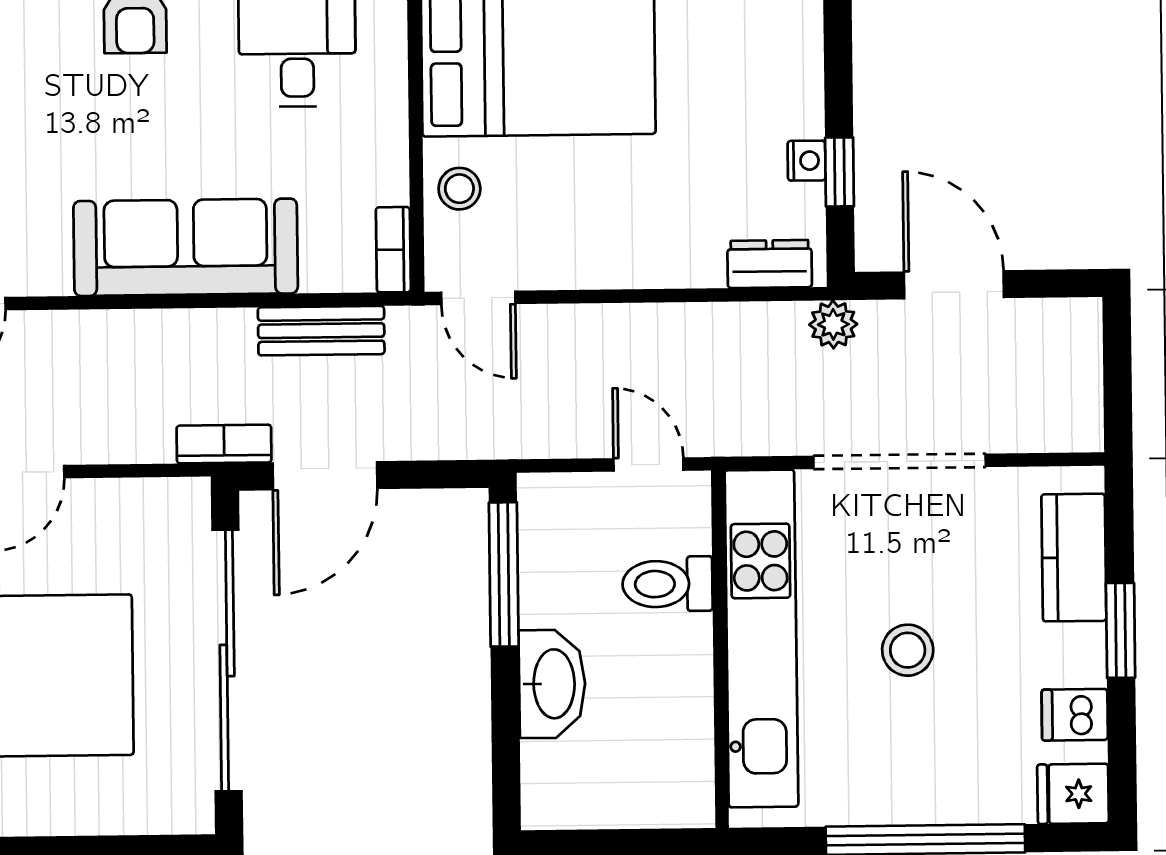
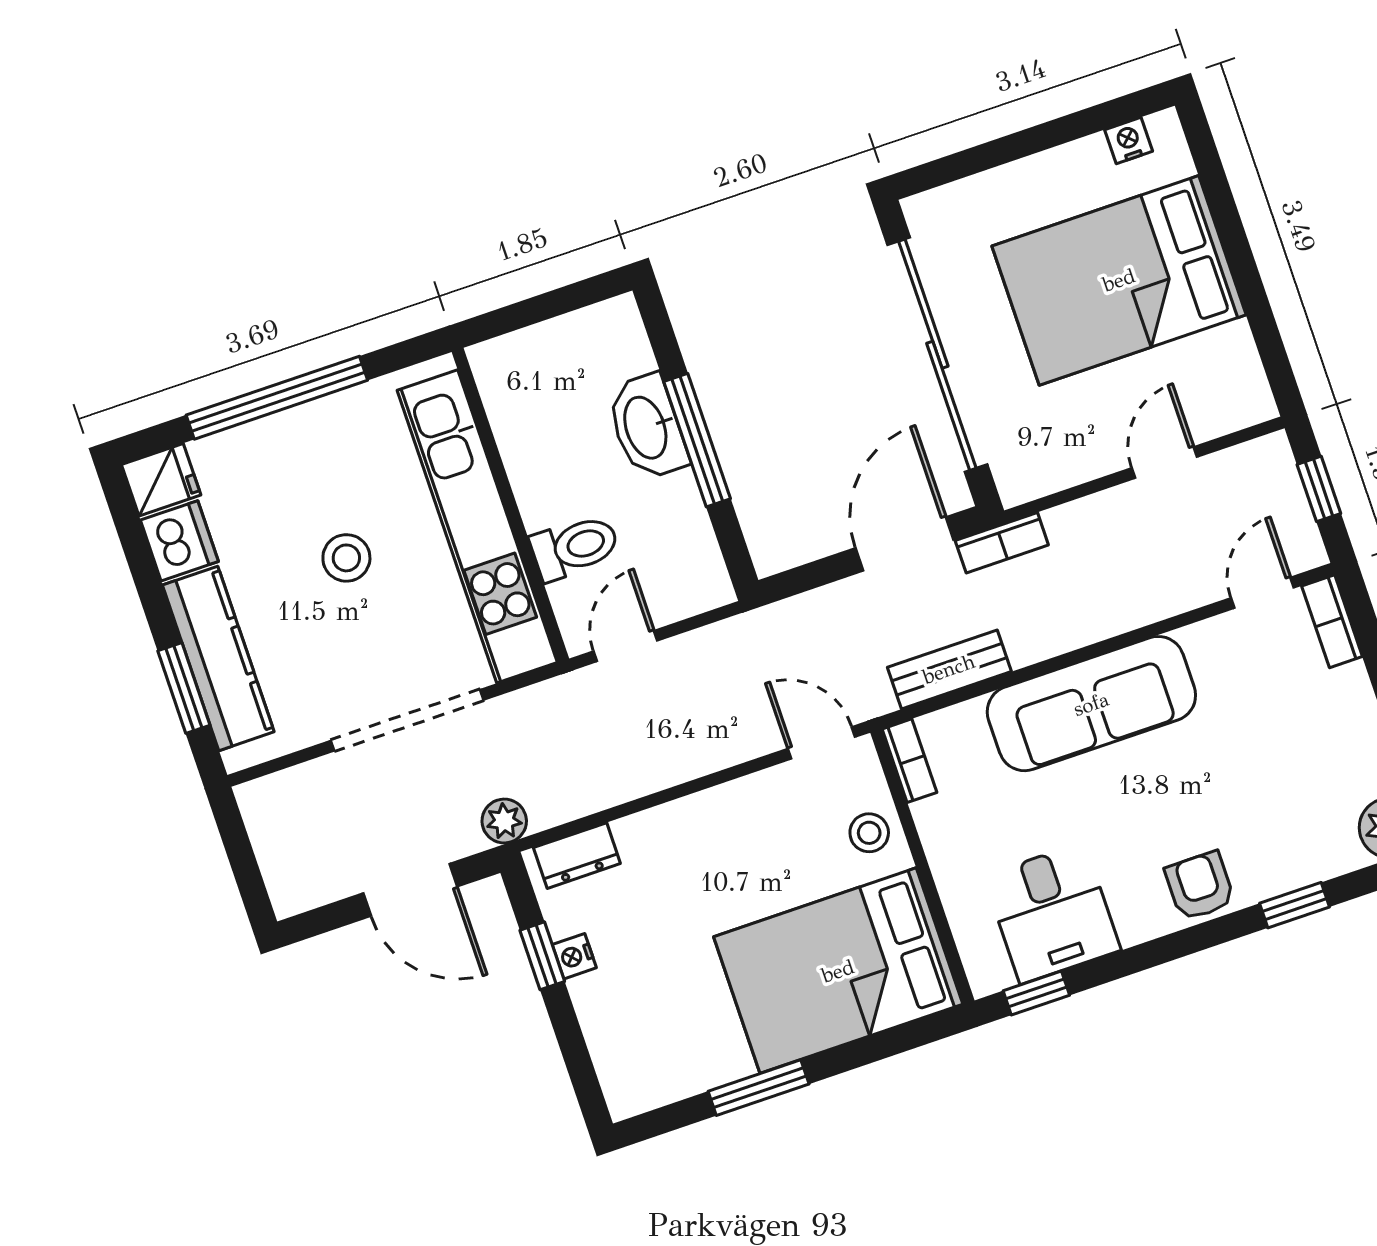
door: (648, 464) -> (626, 646), swing flipped
kitchen counter: (1074, 558) -> (218, 658), width x1.50
window: (504, 574) -> (697, 440), moved
window: (1121, 630) -> (184, 688), moved
dishwasher: (1075, 715) -> (179, 541), width x1.38

